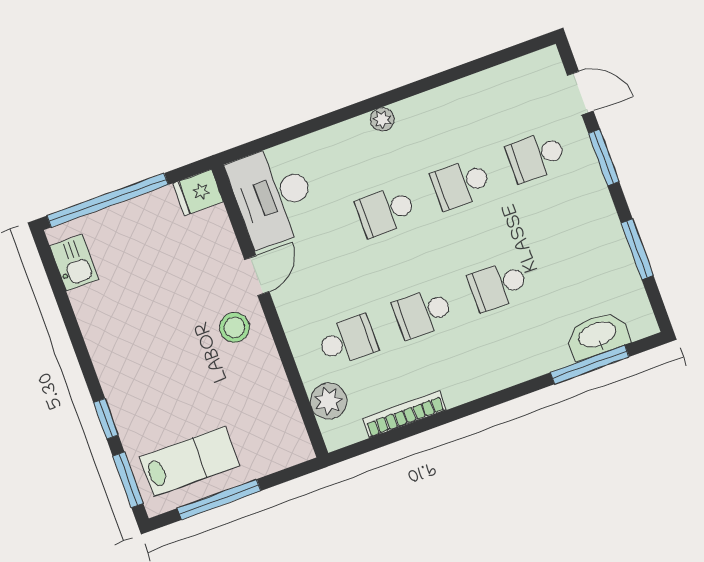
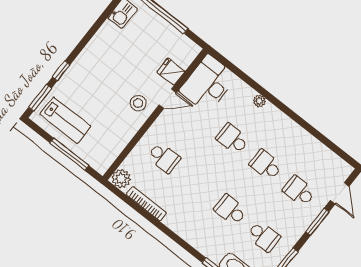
plant: (382, 119) -> (259, 101), moved
fridge: (198, 192) -> (171, 72), moved
school desk: (423, 313) -> (264, 236), moved, turned 180
plant: (328, 401) -> (121, 179), moved
window: (219, 499) -> (69, 154), moved

